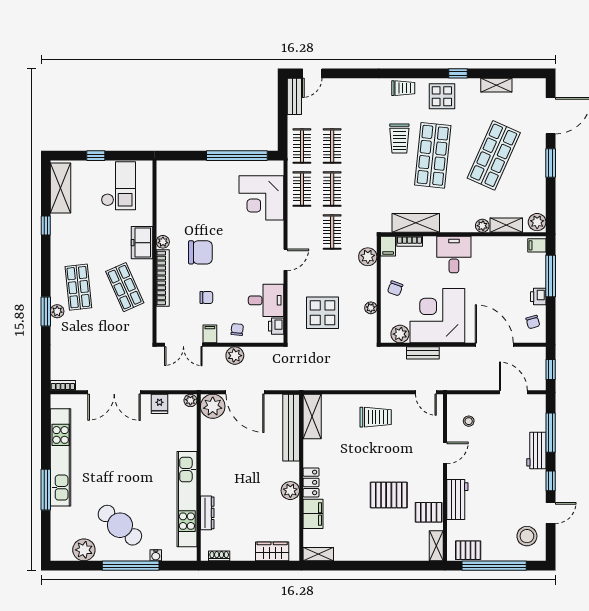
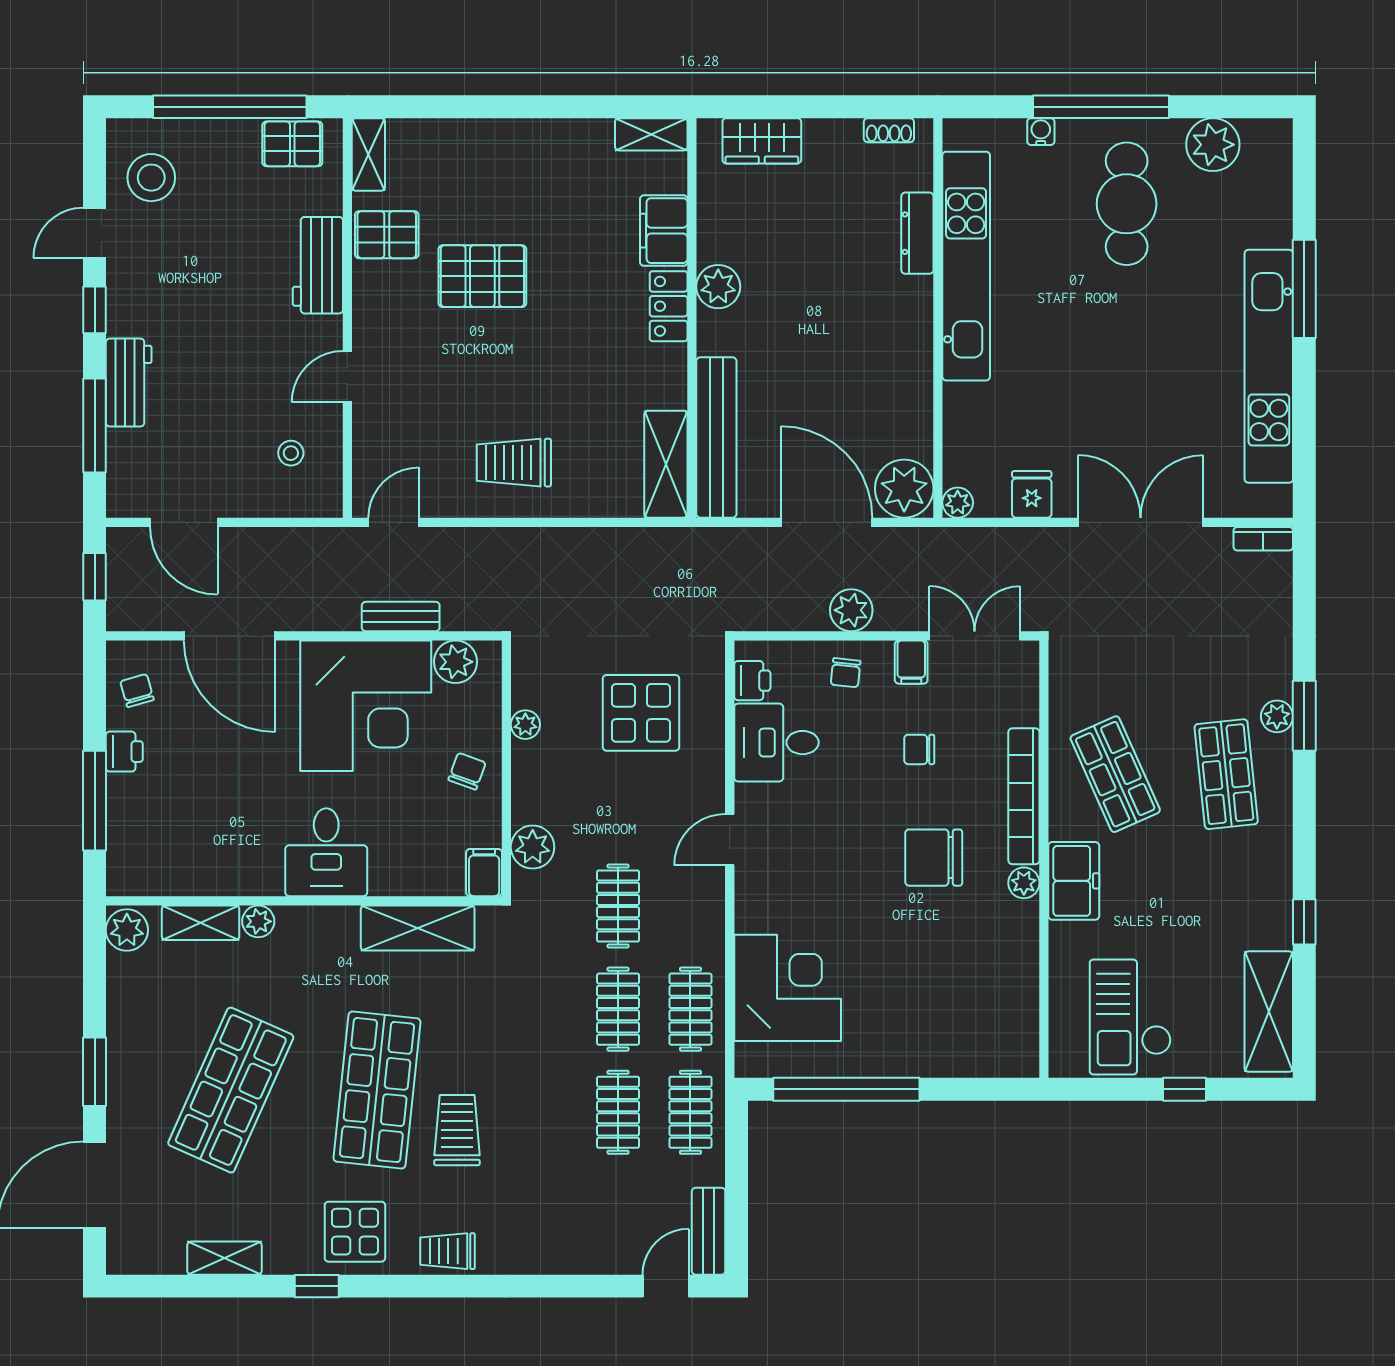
bookcase: (410, 241) -> (433, 884), removed
filing cabinet: (537, 245) -> (128, 874), removed
door: (426, 392) -> (394, 522), hinge flipped
cafe table: (120, 525) -> (1127, 204), turned 49

